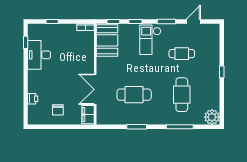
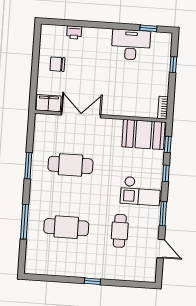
checkout: (150, 40) -> (141, 191), turned 180
cafe table: (134, 95) -> (71, 165), turned 90
plant: (212, 117) -> (34, 264), removed

